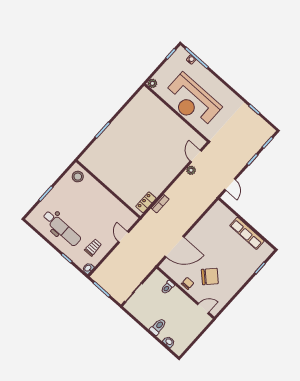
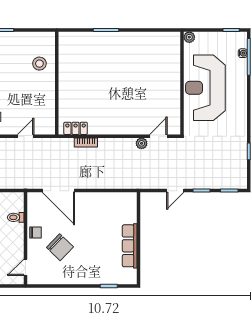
stool: (78, 177) -> (39, 64), moved
door: (230, 185) -> (175, 191), moved
door: (203, 308) -> (25, 267), swing flipped

